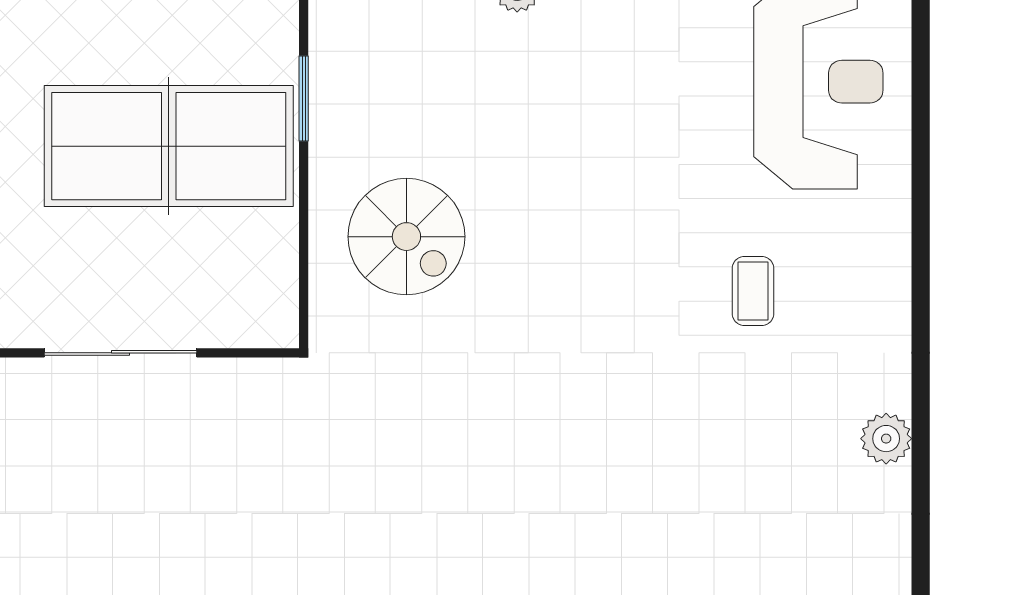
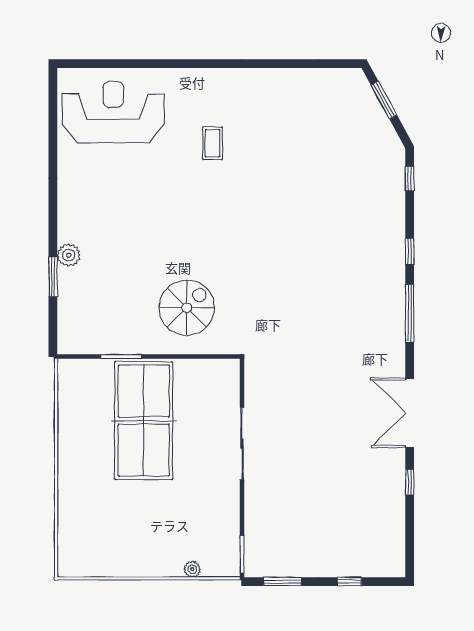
coffee table: (753, 291) -> (213, 143), turned 90
plant: (886, 439) -> (283, 80), removed

